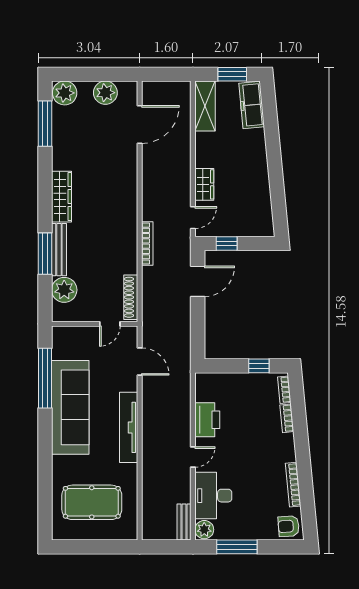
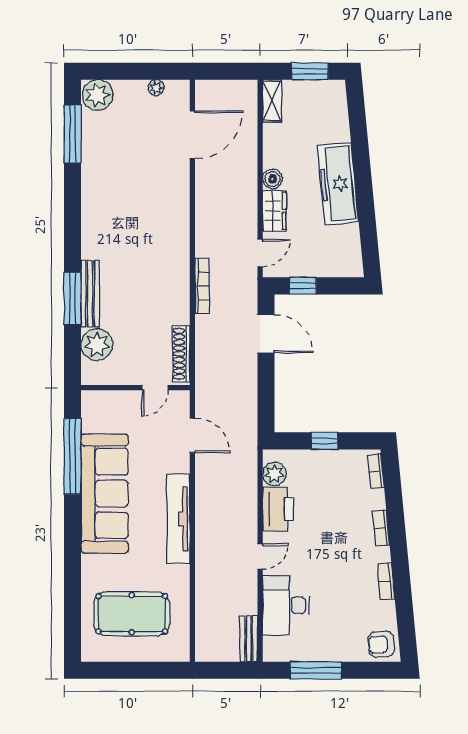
plant: (105, 93) -> (156, 88), width x0.53, depth x0.53
freezer: (252, 105) -> (338, 184), moved, width x1.36, depth x1.26
shelving: (205, 106) -> (272, 101), width x0.67, depth x0.75
boiler: (203, 159) -> (272, 179), added
wardrobe: (61, 197) -> (93, 226), removed
door: (198, 281) -> (266, 334), hinge flipped
window: (259, 366) -> (325, 441), moved
bookcase: (287, 418) -> (381, 528), moved
bookcase: (293, 485) -> (386, 581), width x0.64
plant: (204, 530) -> (274, 474), moved

